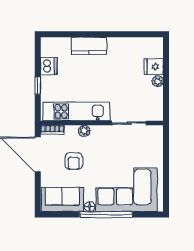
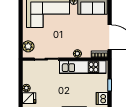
plant: (155, 141) -> (28, 46), added
armchair: (74, 161) -> (85, 33), removed

